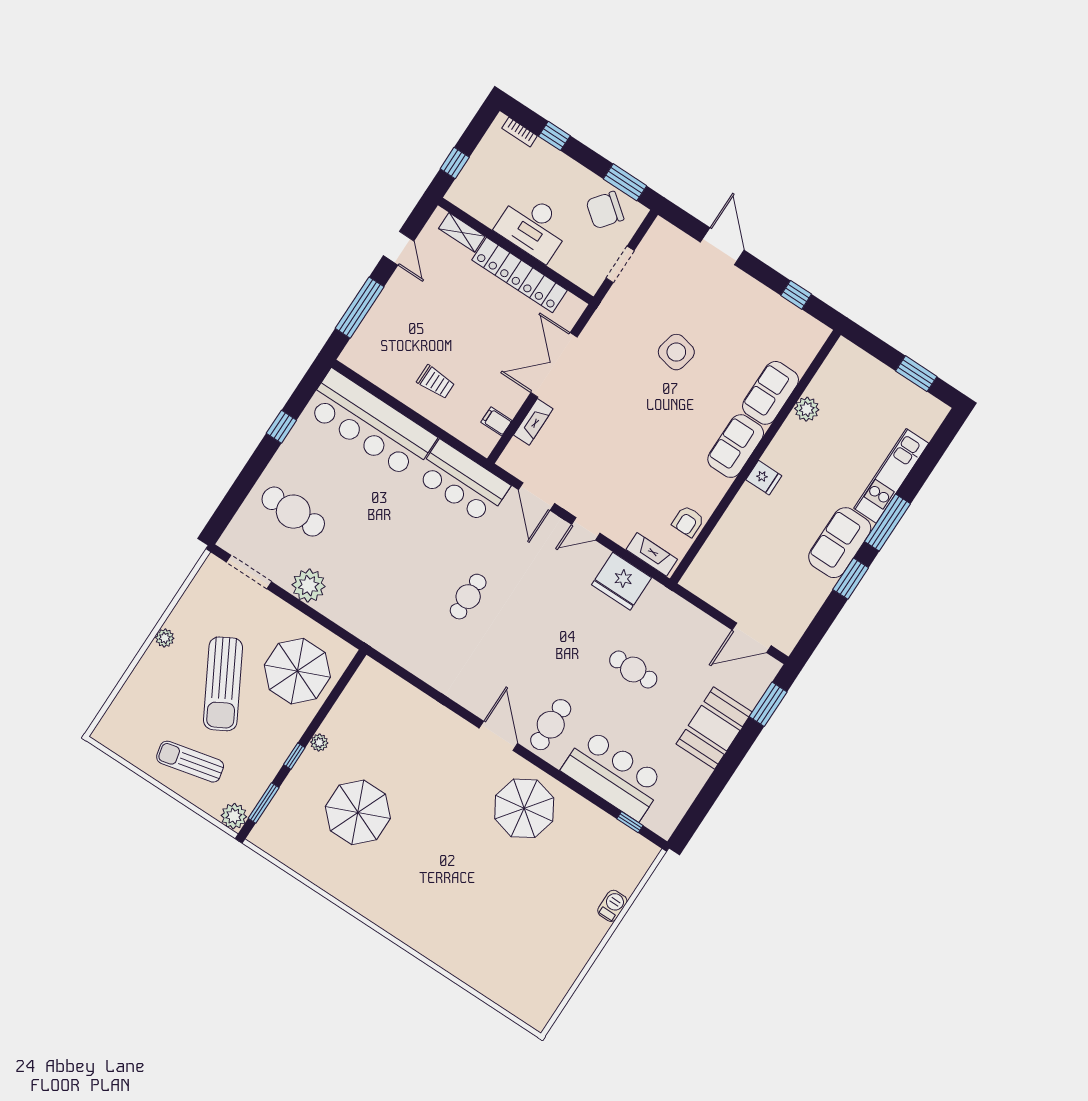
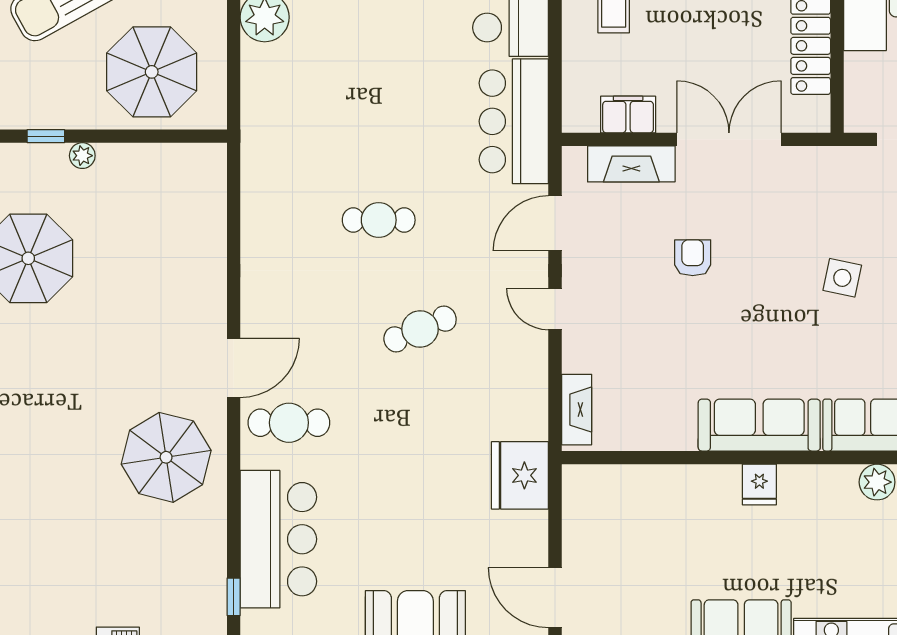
side table: (676, 352) -> (842, 278), width x0.73, depth x0.73
filing cabinet: (496, 421) -> (628, 115), width x2.00
fireplace: (533, 422) -> (631, 164), width x1.37, depth x1.32
sofa: (736, 446) -> (759, 425), width x1.36
armchair: (688, 521) -> (693, 258), moved, turned 90
fridge: (622, 581) -> (520, 475), moved
cafe table: (633, 670) -> (420, 329), moved, turned 67

